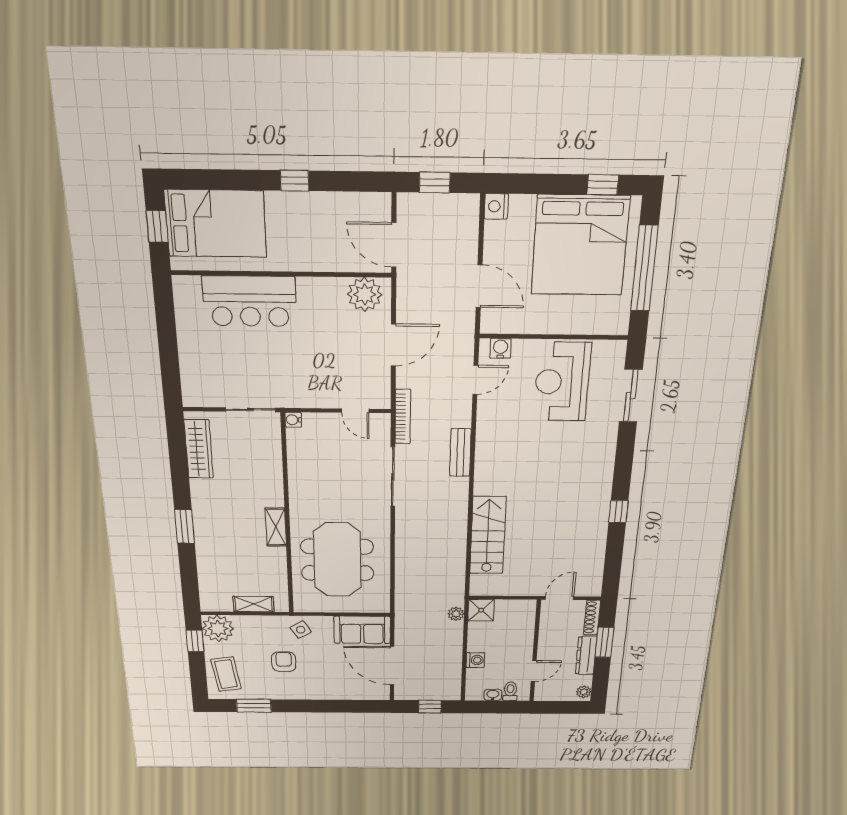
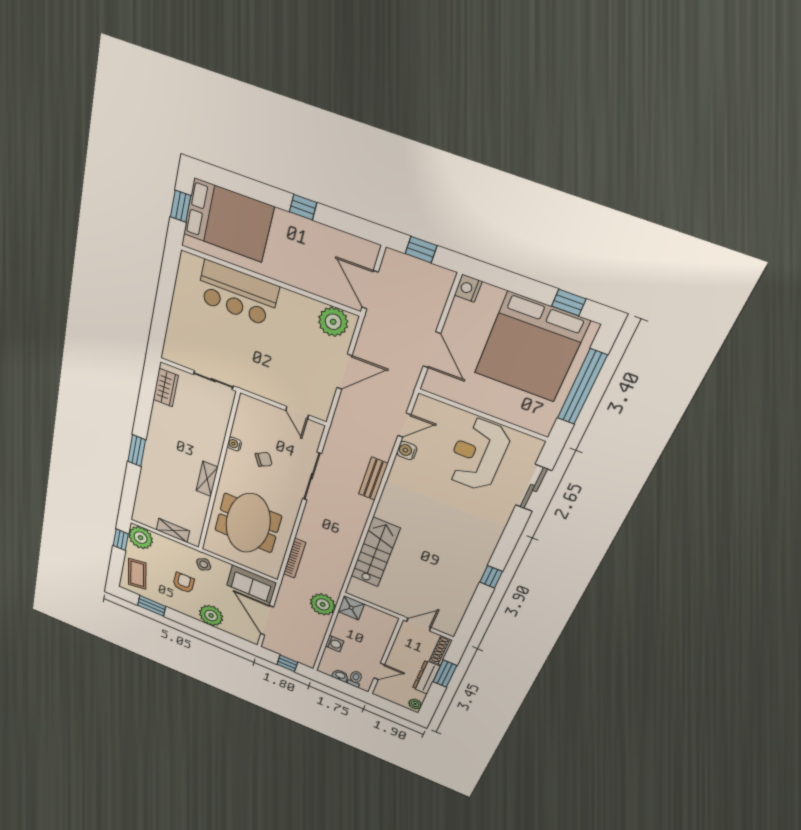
water cooler: (500, 348) -> (407, 451), moved, turned -90
bookcase: (403, 417) -> (294, 558), moved
water cooler: (293, 420) -> (234, 444), moved
wardrobe: (199, 449) -> (166, 388), width x0.67
chair: (334, 479) -> (264, 459), added
plant: (456, 614) -> (323, 604), width x1.87, depth x1.87
plant: (327, 687) -> (211, 616), added

